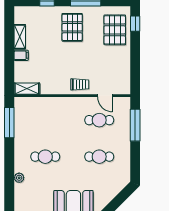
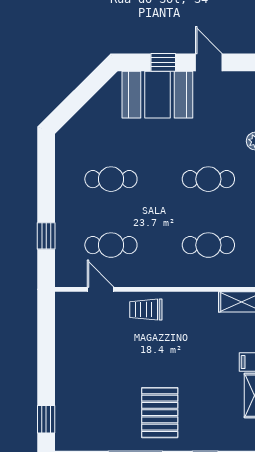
pallet: (115, 30) -> (83, 408), removed
cafe table: (45, 120) -> (208, 245), added
window: (135, 125) -> (46, 236), width x0.46

